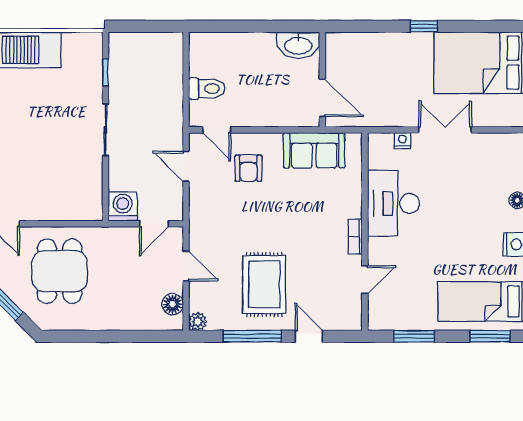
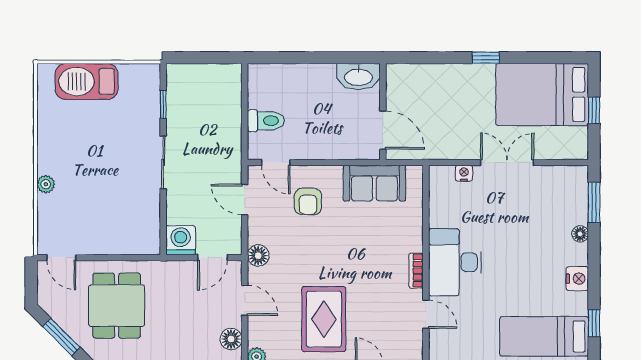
desk: (394, 203) -> (455, 262), moved
floor lamp: (199, 222) -> (258, 256), added
door: (365, 280) -> (426, 314), hinge flipped

